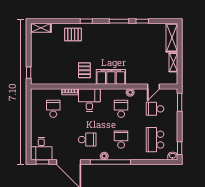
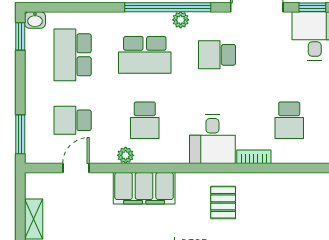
filing cabinet: (111, 77) -> (144, 188), moved
school desk: (155, 109) -> (73, 120), turned 180
school desk: (121, 140) -> (145, 55), width x1.85
school desk: (155, 140) -> (73, 55), turned 180

